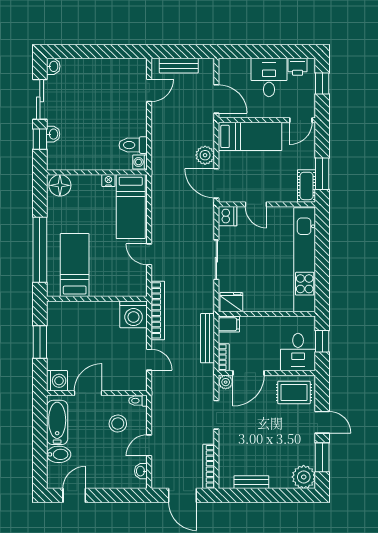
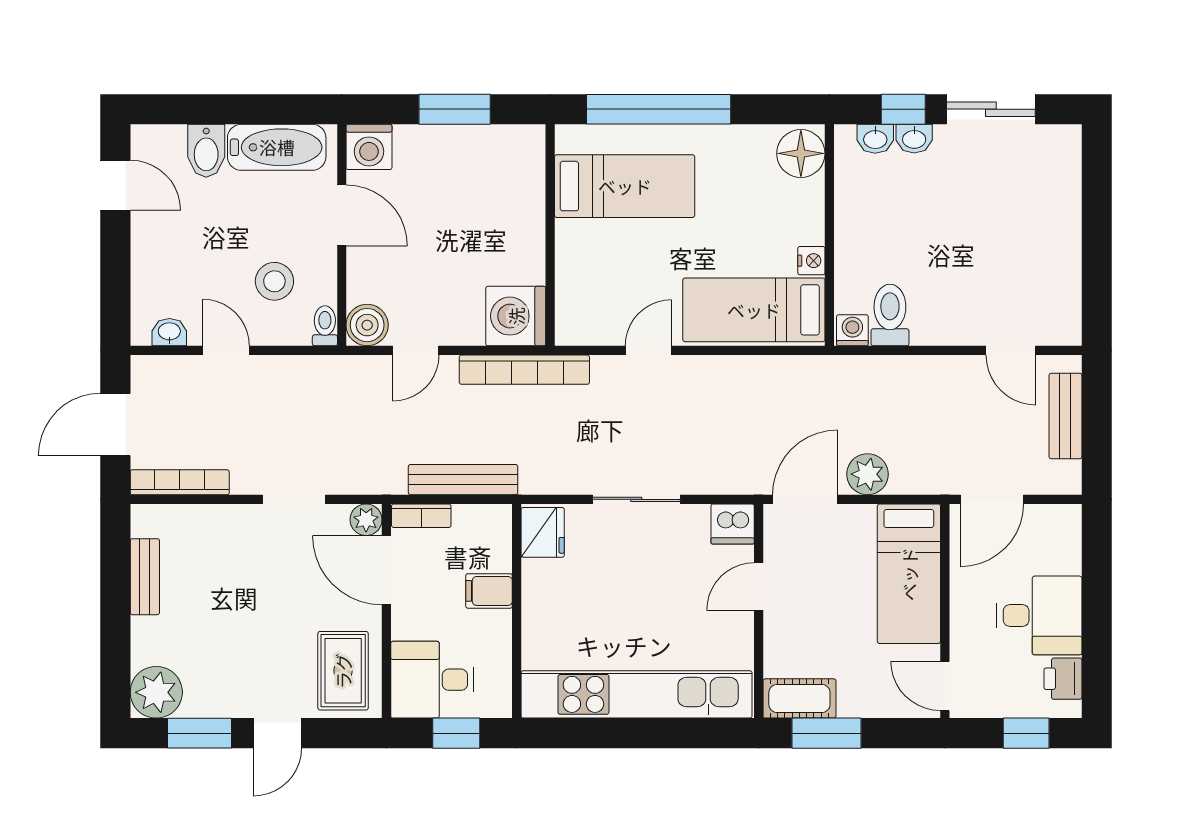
washbasin: (53, 66) -> (875, 139), moved
filing cabinet: (229, 324) -> (489, 591), moved, turned 90
boiler: (138, 382) -> (367, 325), added

